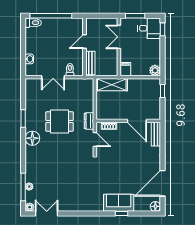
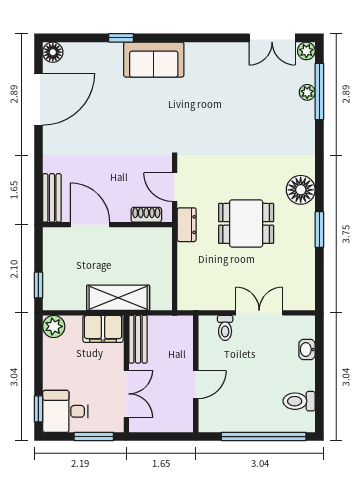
toilet: (33, 23) -> (299, 401), moved
bench: (90, 63) -> (138, 339), moved
filing cabinet: (126, 69) -> (103, 329), width x2.00
shelving: (112, 85) -> (118, 298), moved
sofa: (119, 203) -> (154, 60), moved

